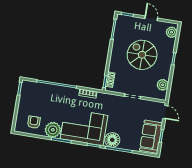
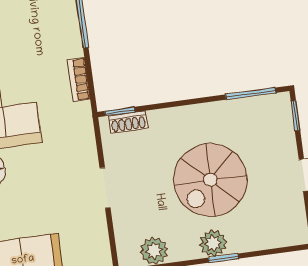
plant: (171, 32) -> (213, 243), moved
spiral stairs: (142, 55) -> (210, 180), turned 180

